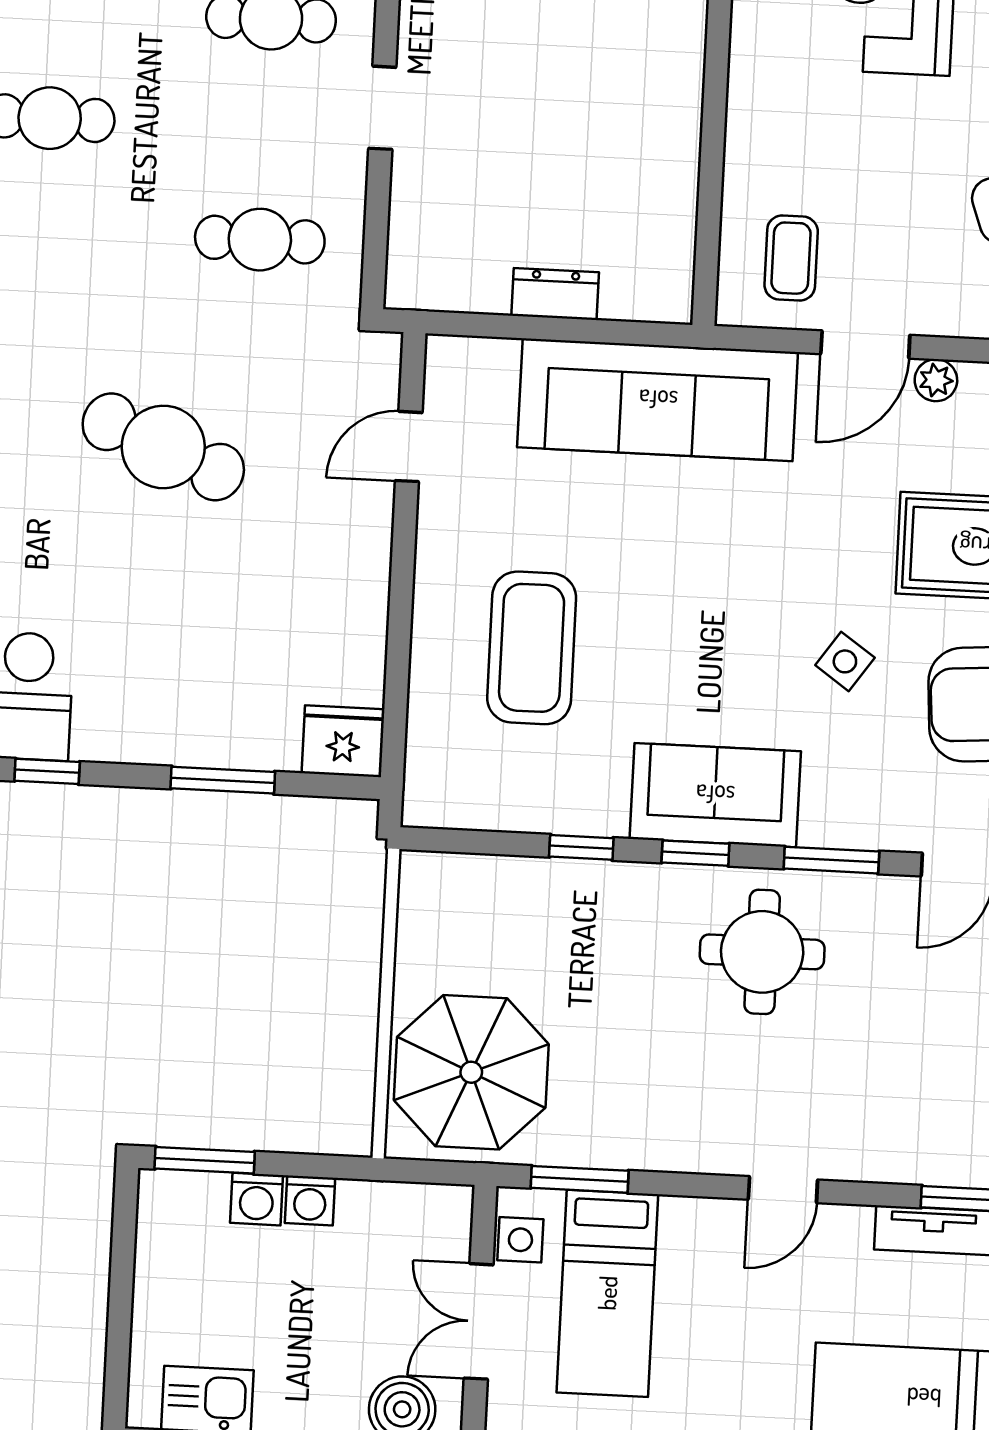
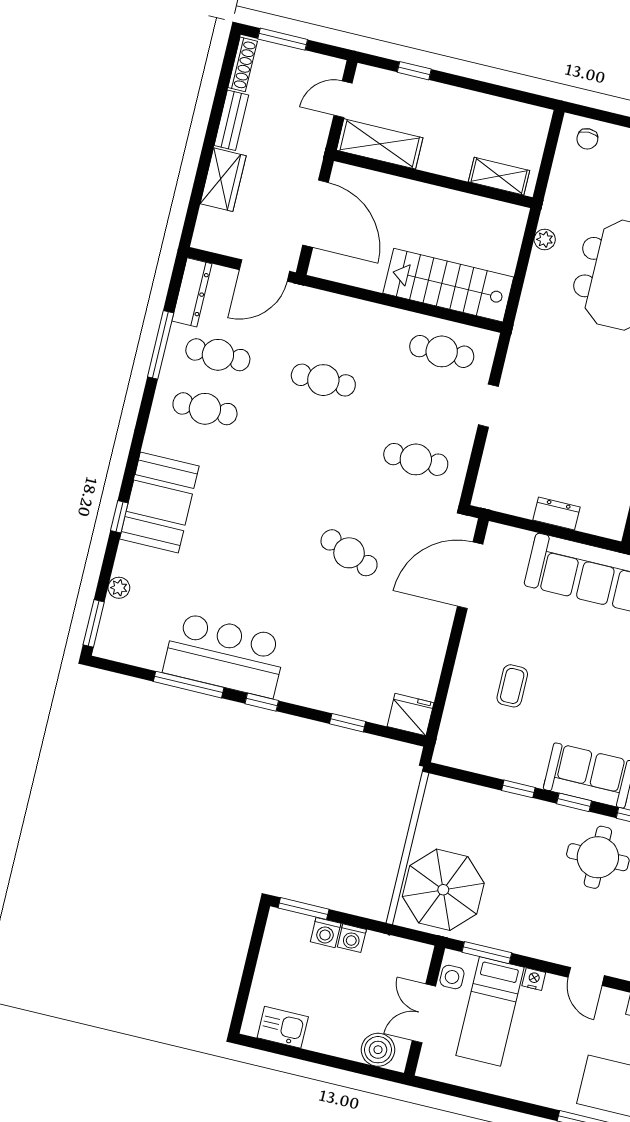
cafe table: (163, 447) -> (349, 553), width x0.73, depth x0.74
door: (409, 447) -> (470, 575), width x1.87
coffee table: (532, 648) -> (512, 686), width x0.54, depth x0.58
window: (223, 780) -> (348, 723), width x0.67
door: (783, 1190) -> (586, 976), hinge flipped
nightstand: (681, 1214) -> (534, 979), added

